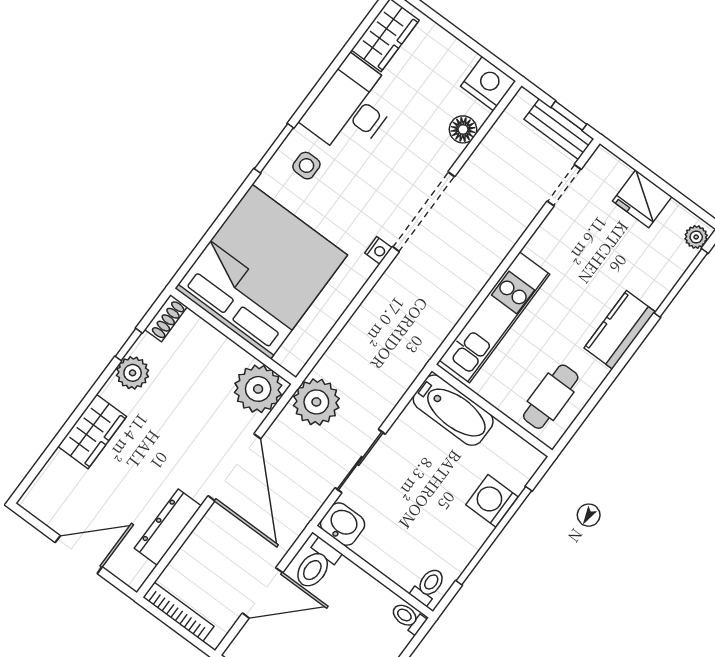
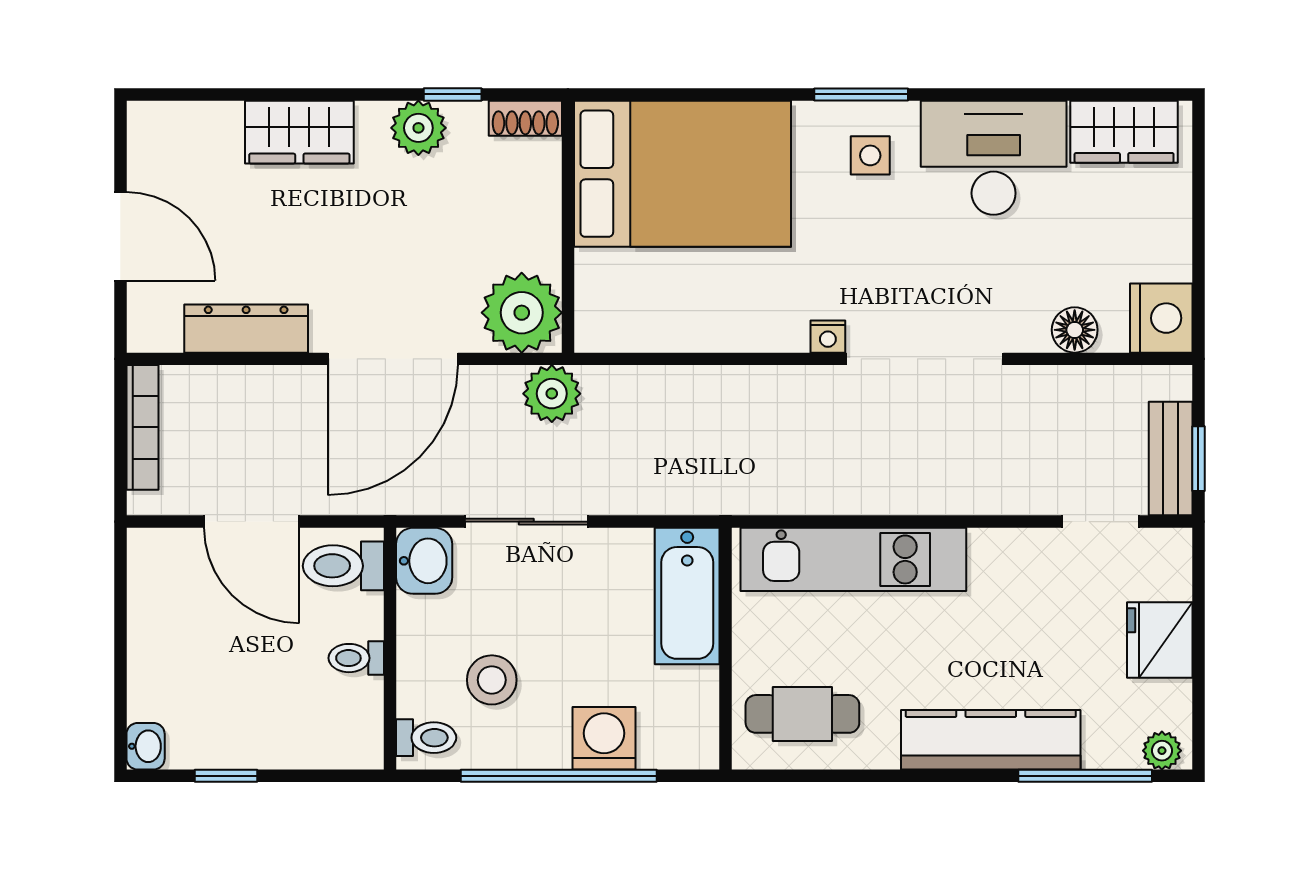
bed: (261, 272) -> (682, 174), width x0.73
kitchen counter: (619, 330) -> (991, 740), width x1.50
plant: (316, 402) -> (552, 394), width x0.73, depth x0.73
stool: (424, 534) -> (492, 680), added
toilet: (408, 618) -> (356, 658), moved, turned -90

